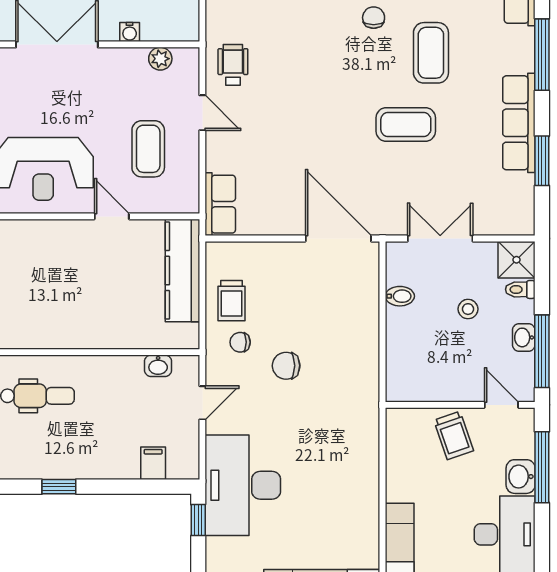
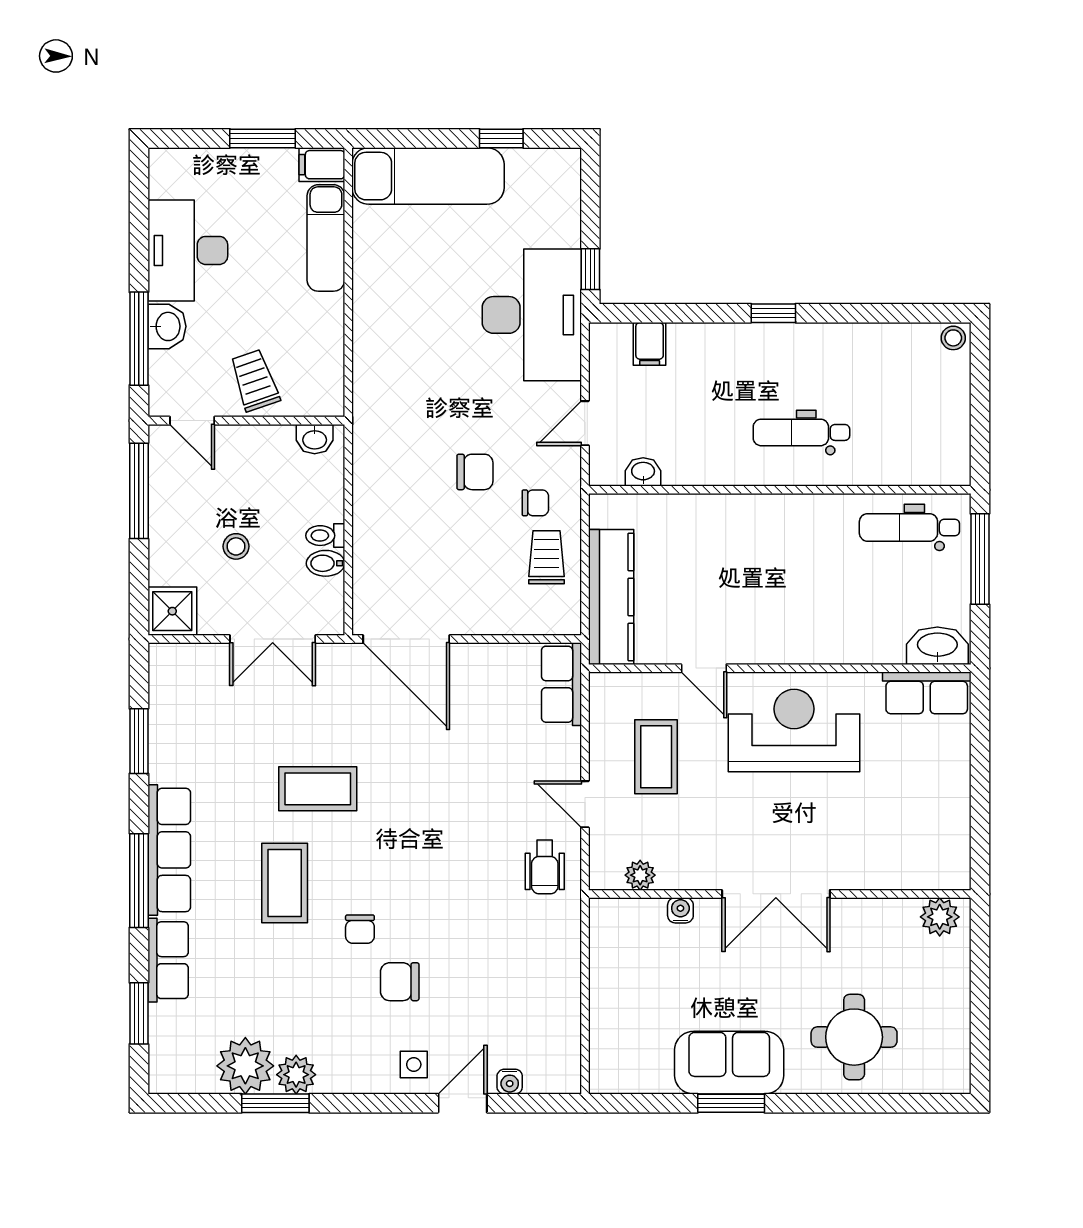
row of seats: (519, 123) -> (169, 850), moved
toilet: (520, 289) -> (325, 536), moved, turned 180
washbasin: (524, 337) -> (315, 439), moved, turned 90

